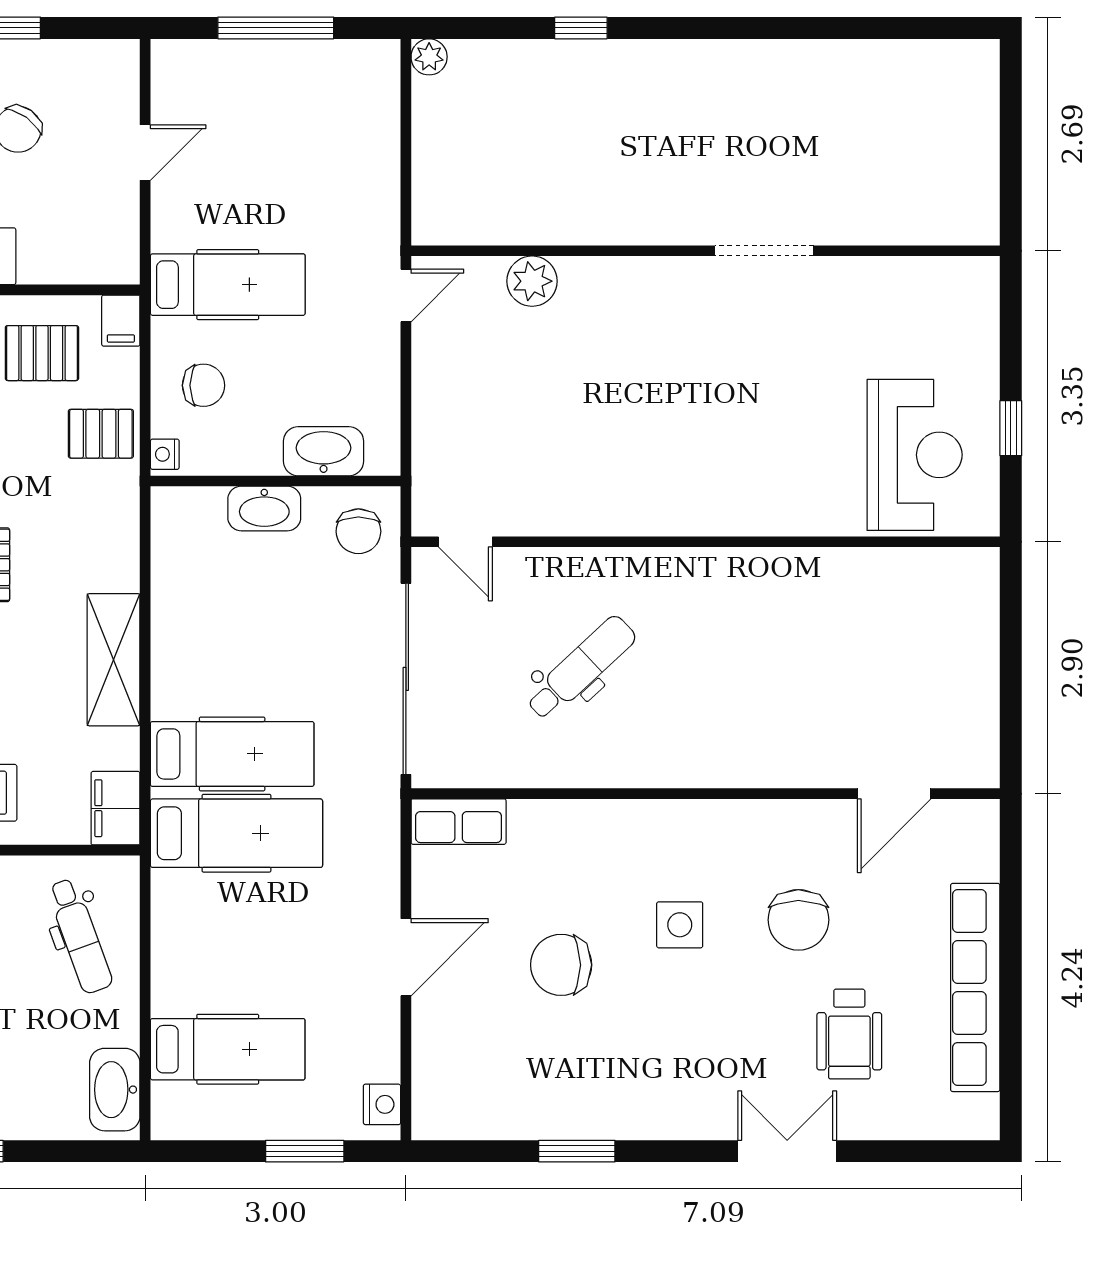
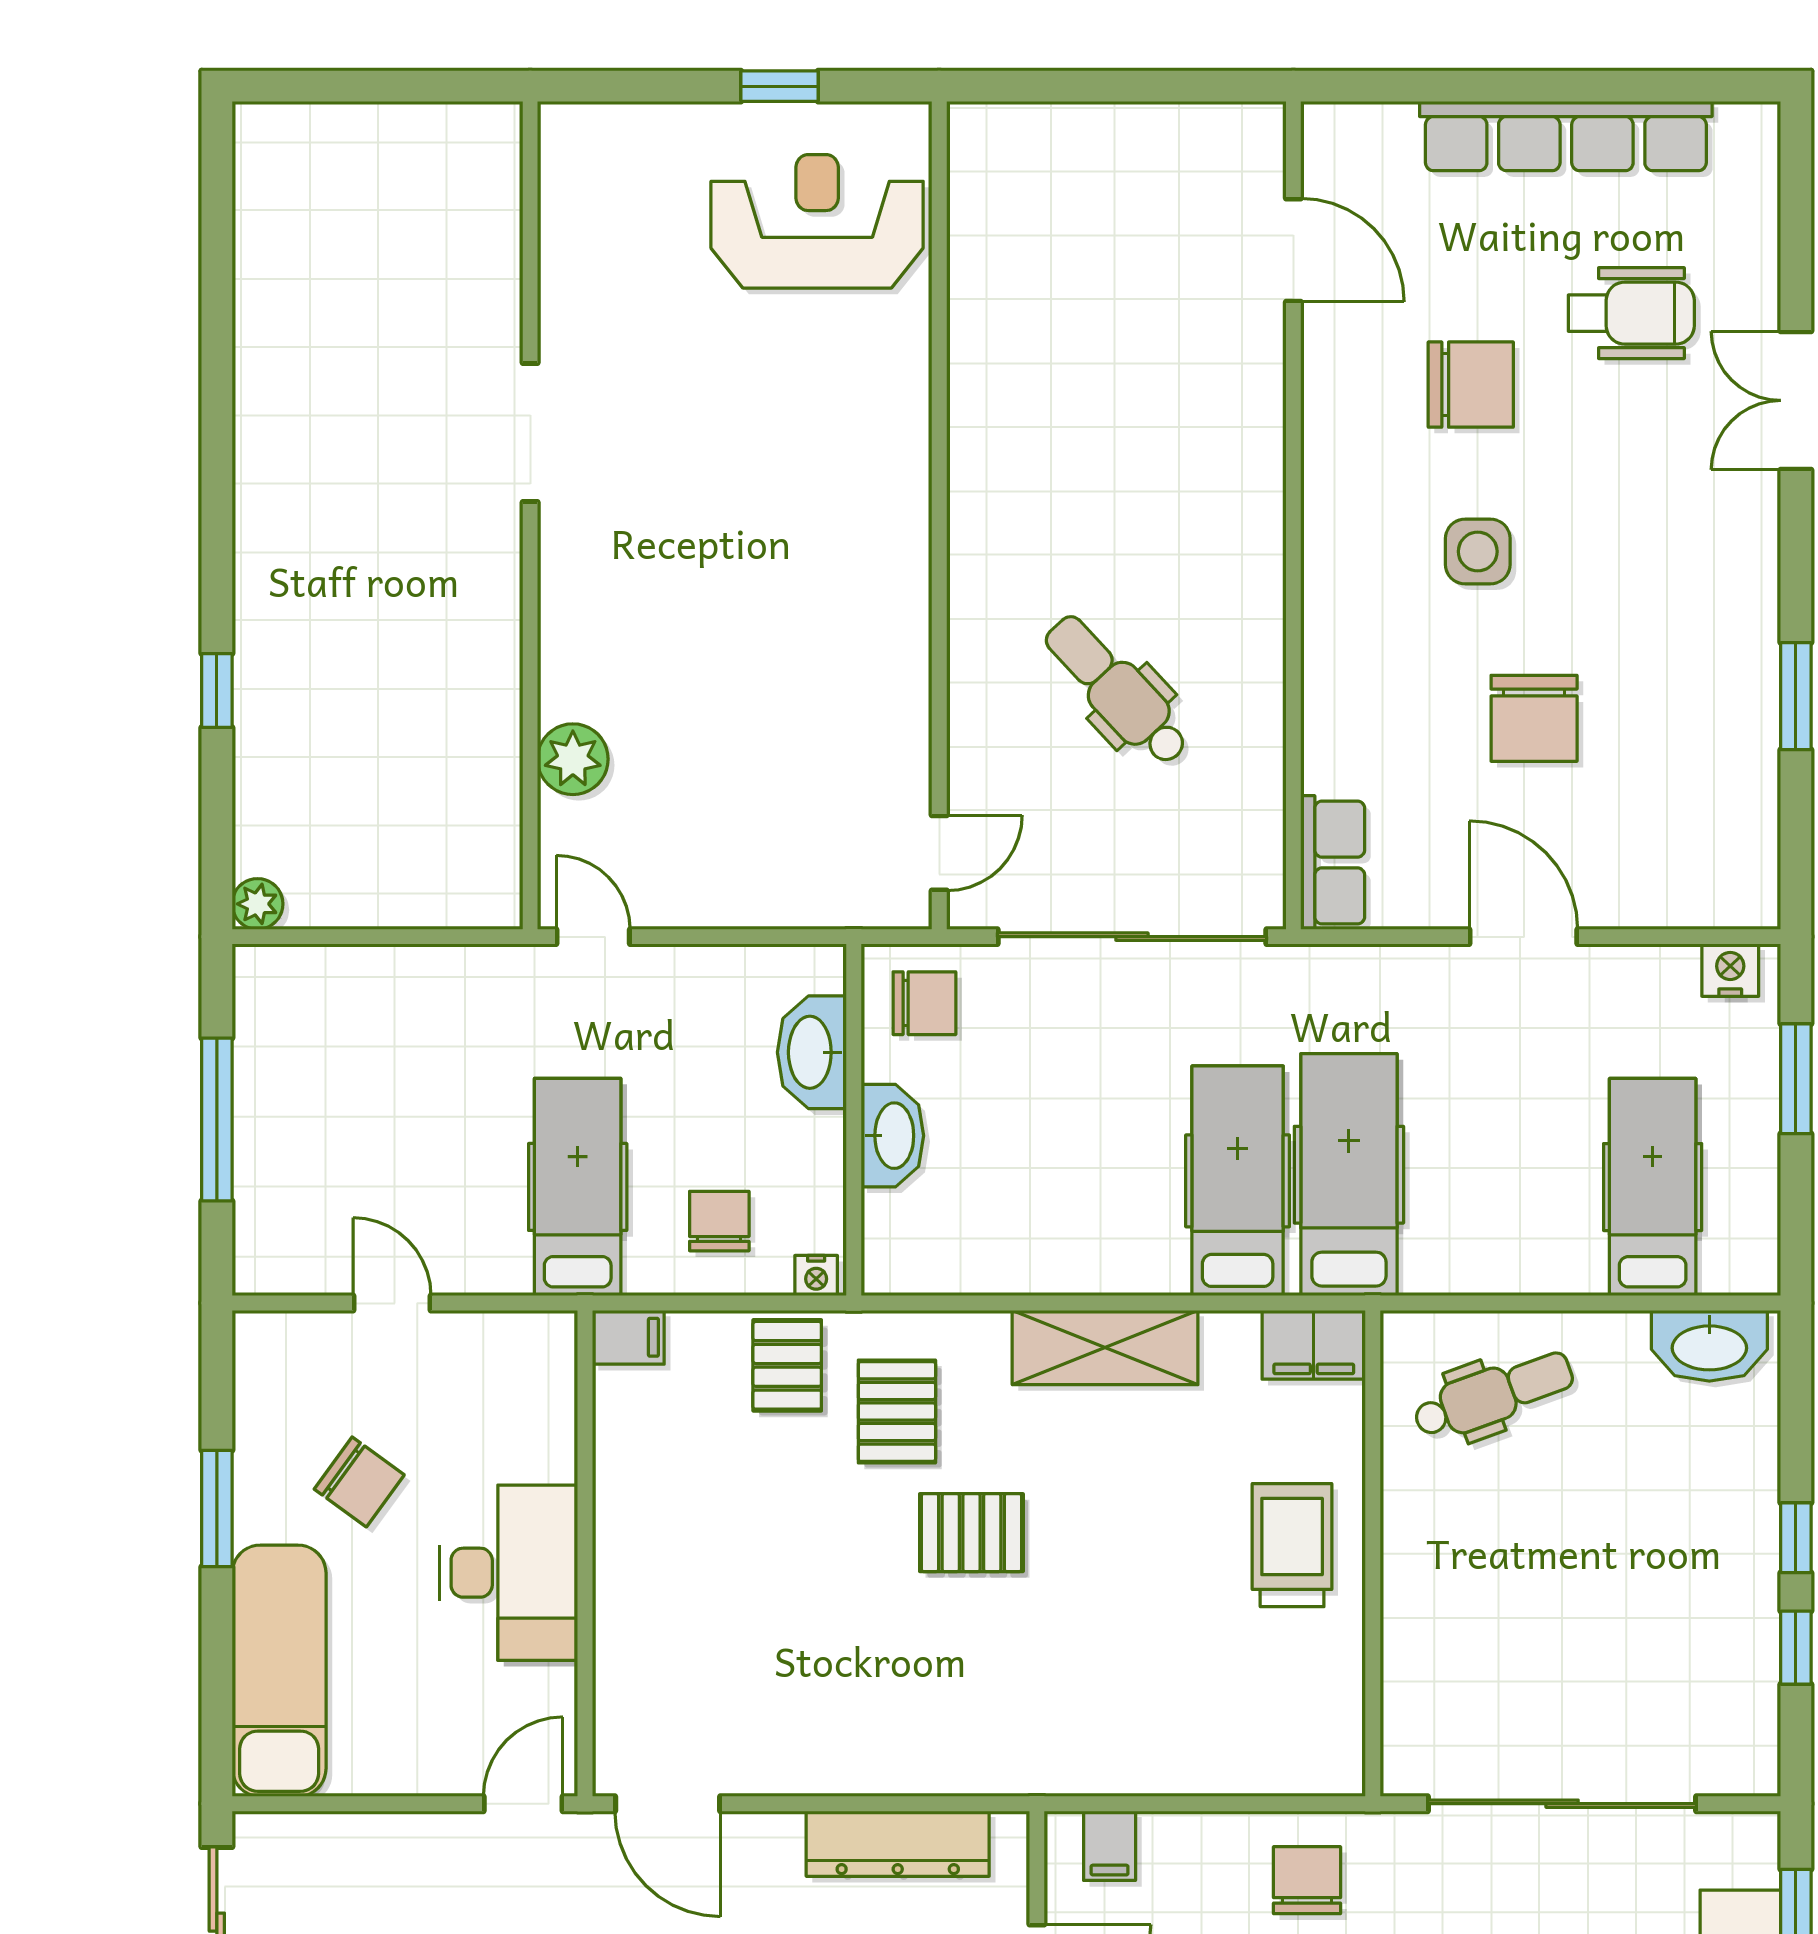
pallet: (42, 353) -> (897, 1412), moved

